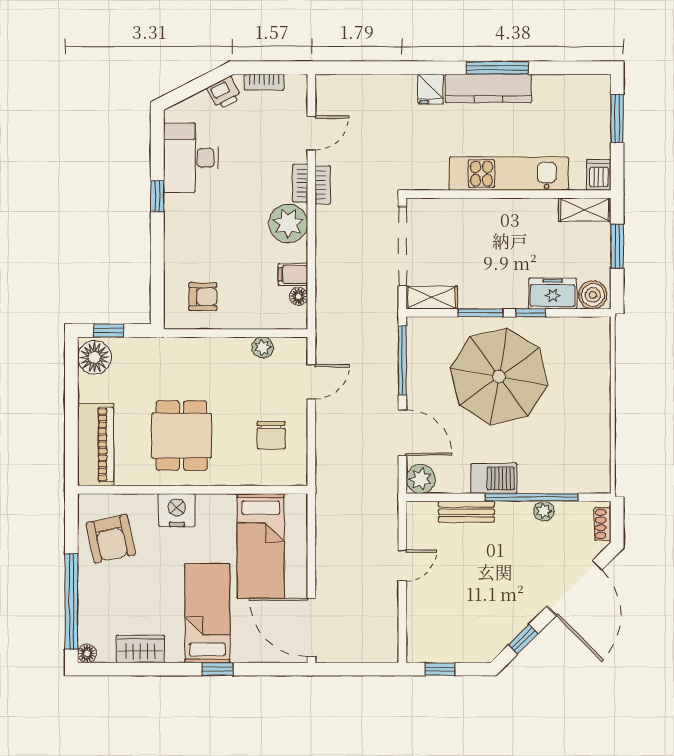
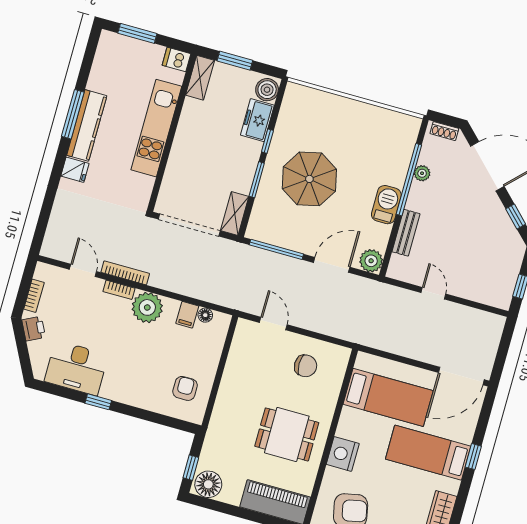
bookcase: (323, 185) -> (125, 273), width x1.56
plant: (263, 347) -> (237, 354), removed
parasol: (499, 377) -> (309, 179), width x0.73, depth x0.73

